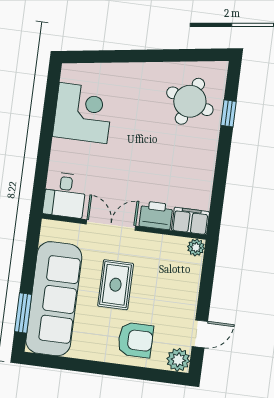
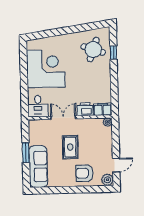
corner desk: (83, 113) -> (46, 69), width x1.36, depth x1.36
sofa: (54, 299) -> (38, 166), width x0.74, depth x0.79
window: (23, 313) -> (26, 153), moved
armchair: (136, 340) -> (84, 173), turned 180

